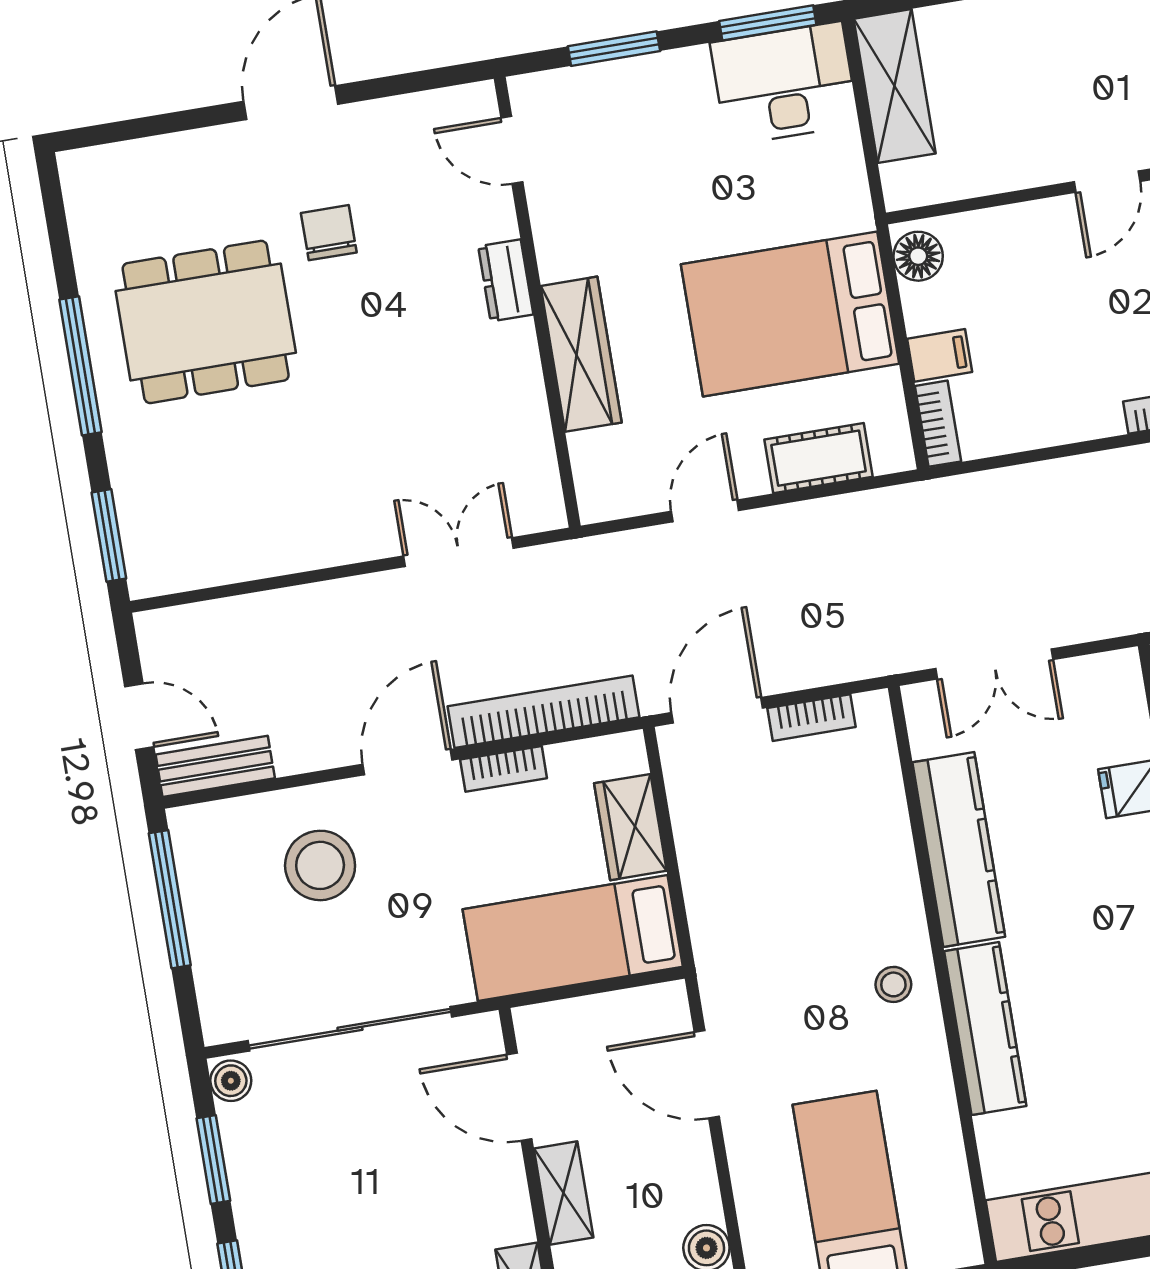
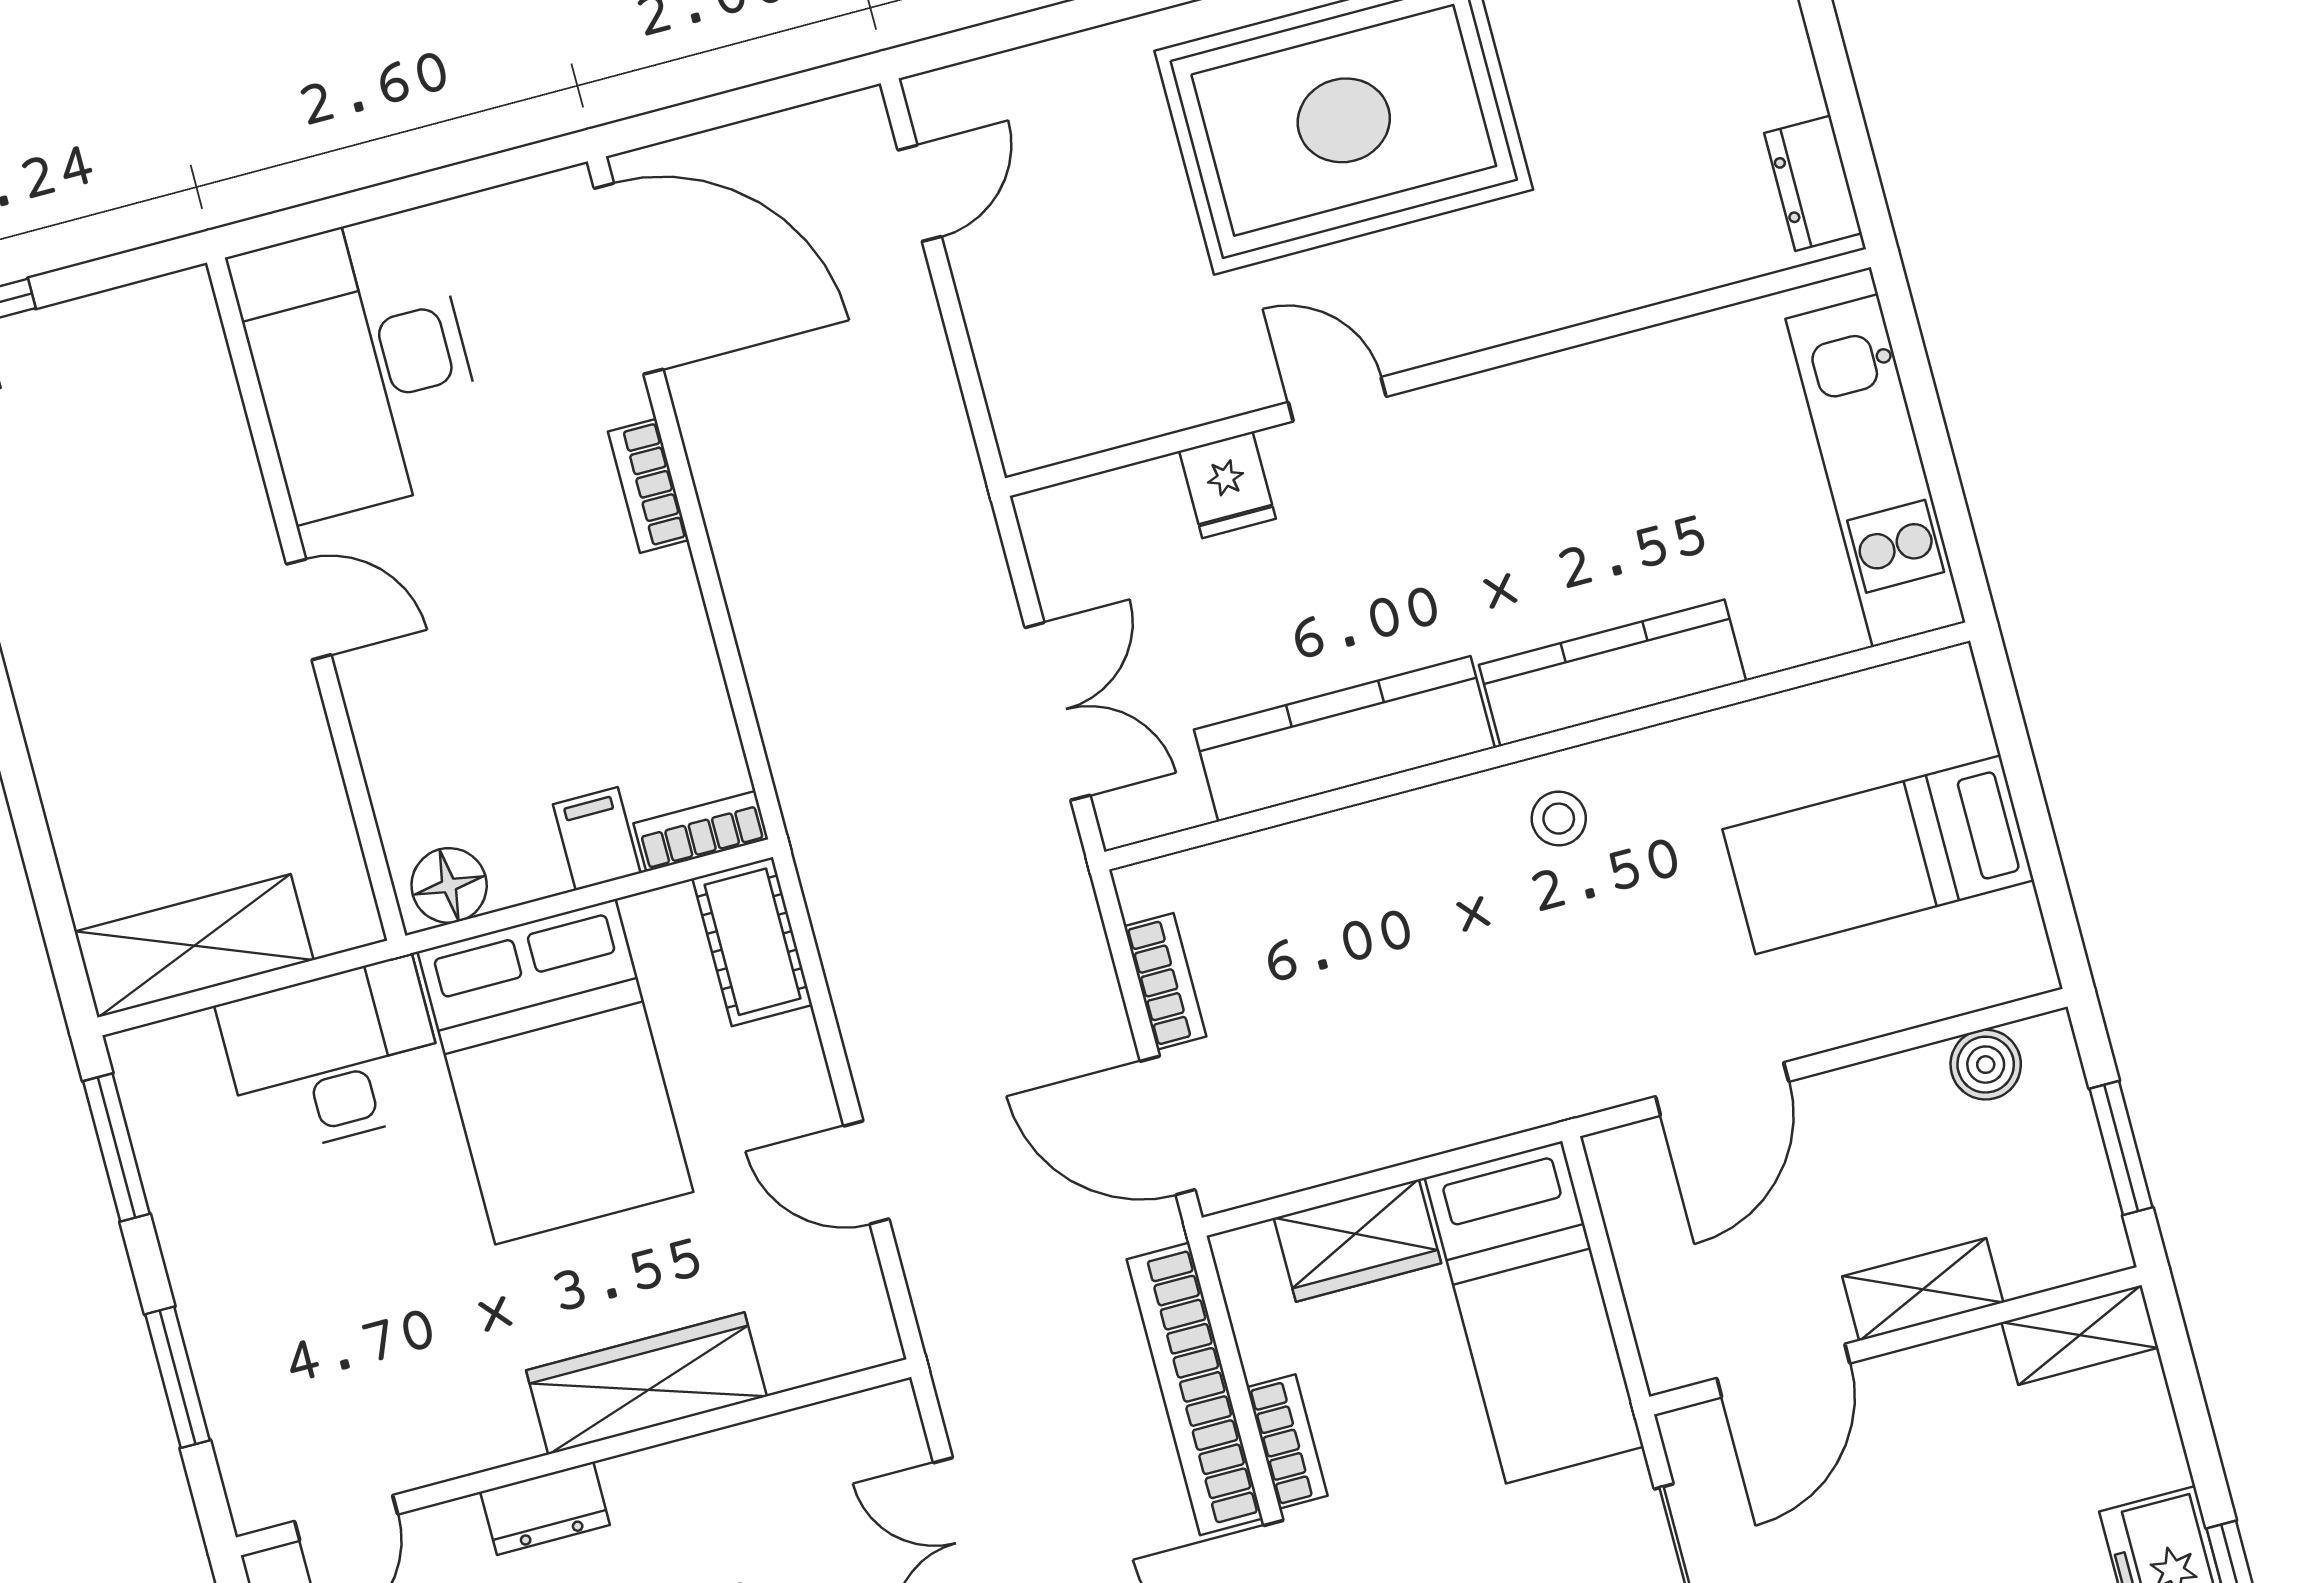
desk: (784, 84) -> (333, 1057), moved, turned 90
cot: (819, 458) -> (752, 942), moved

